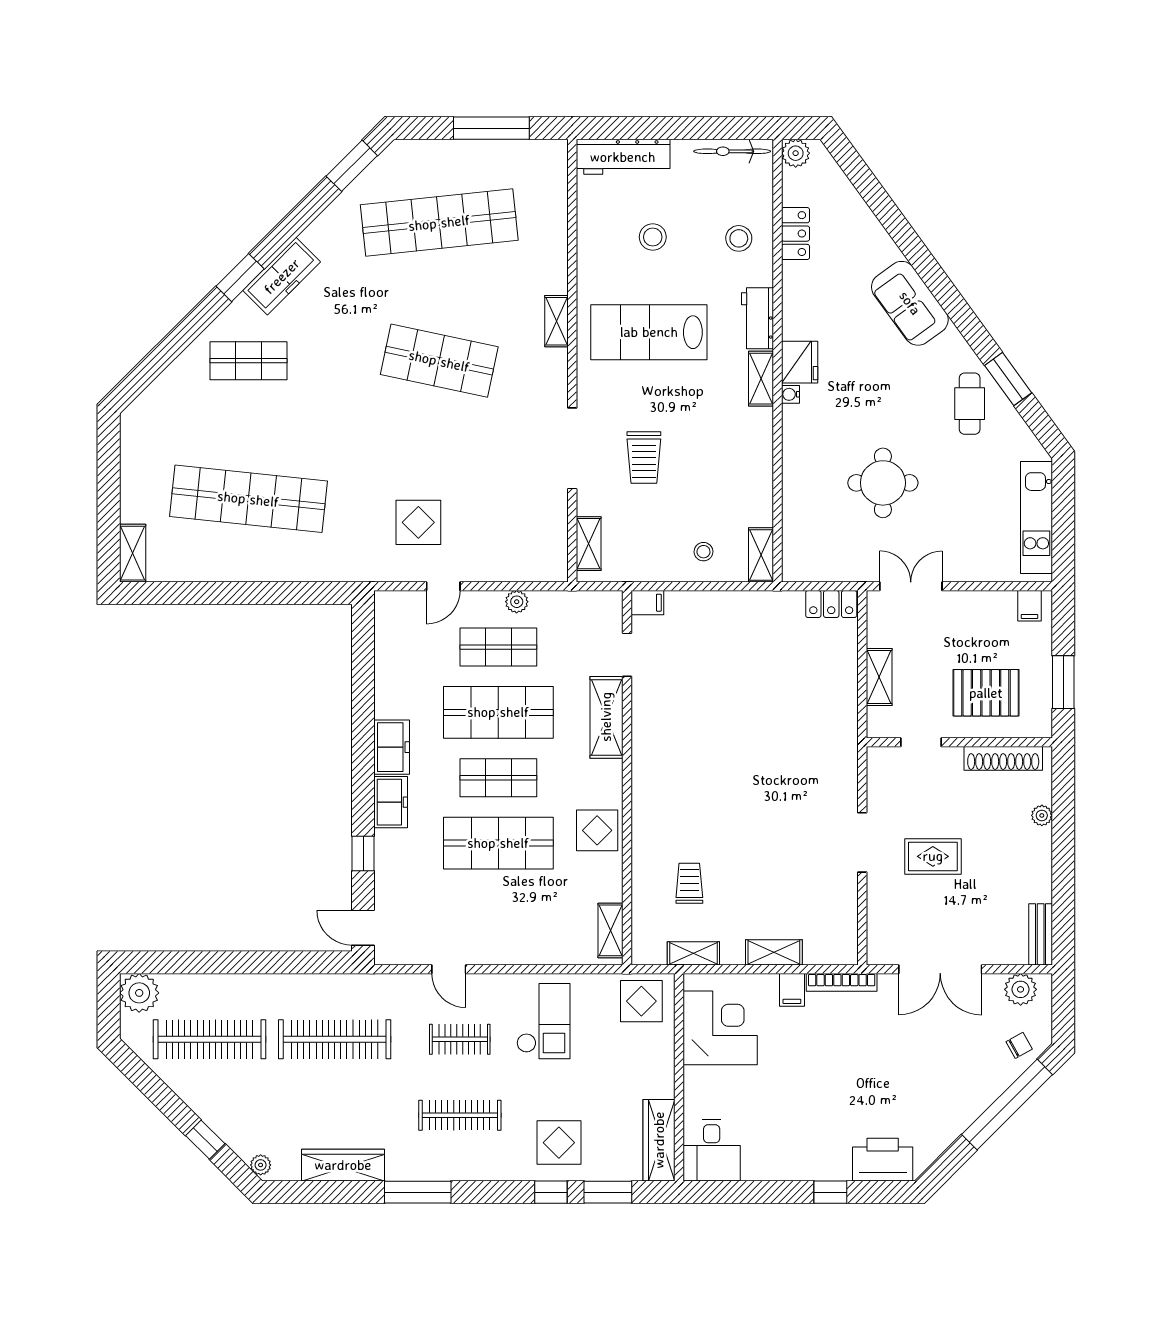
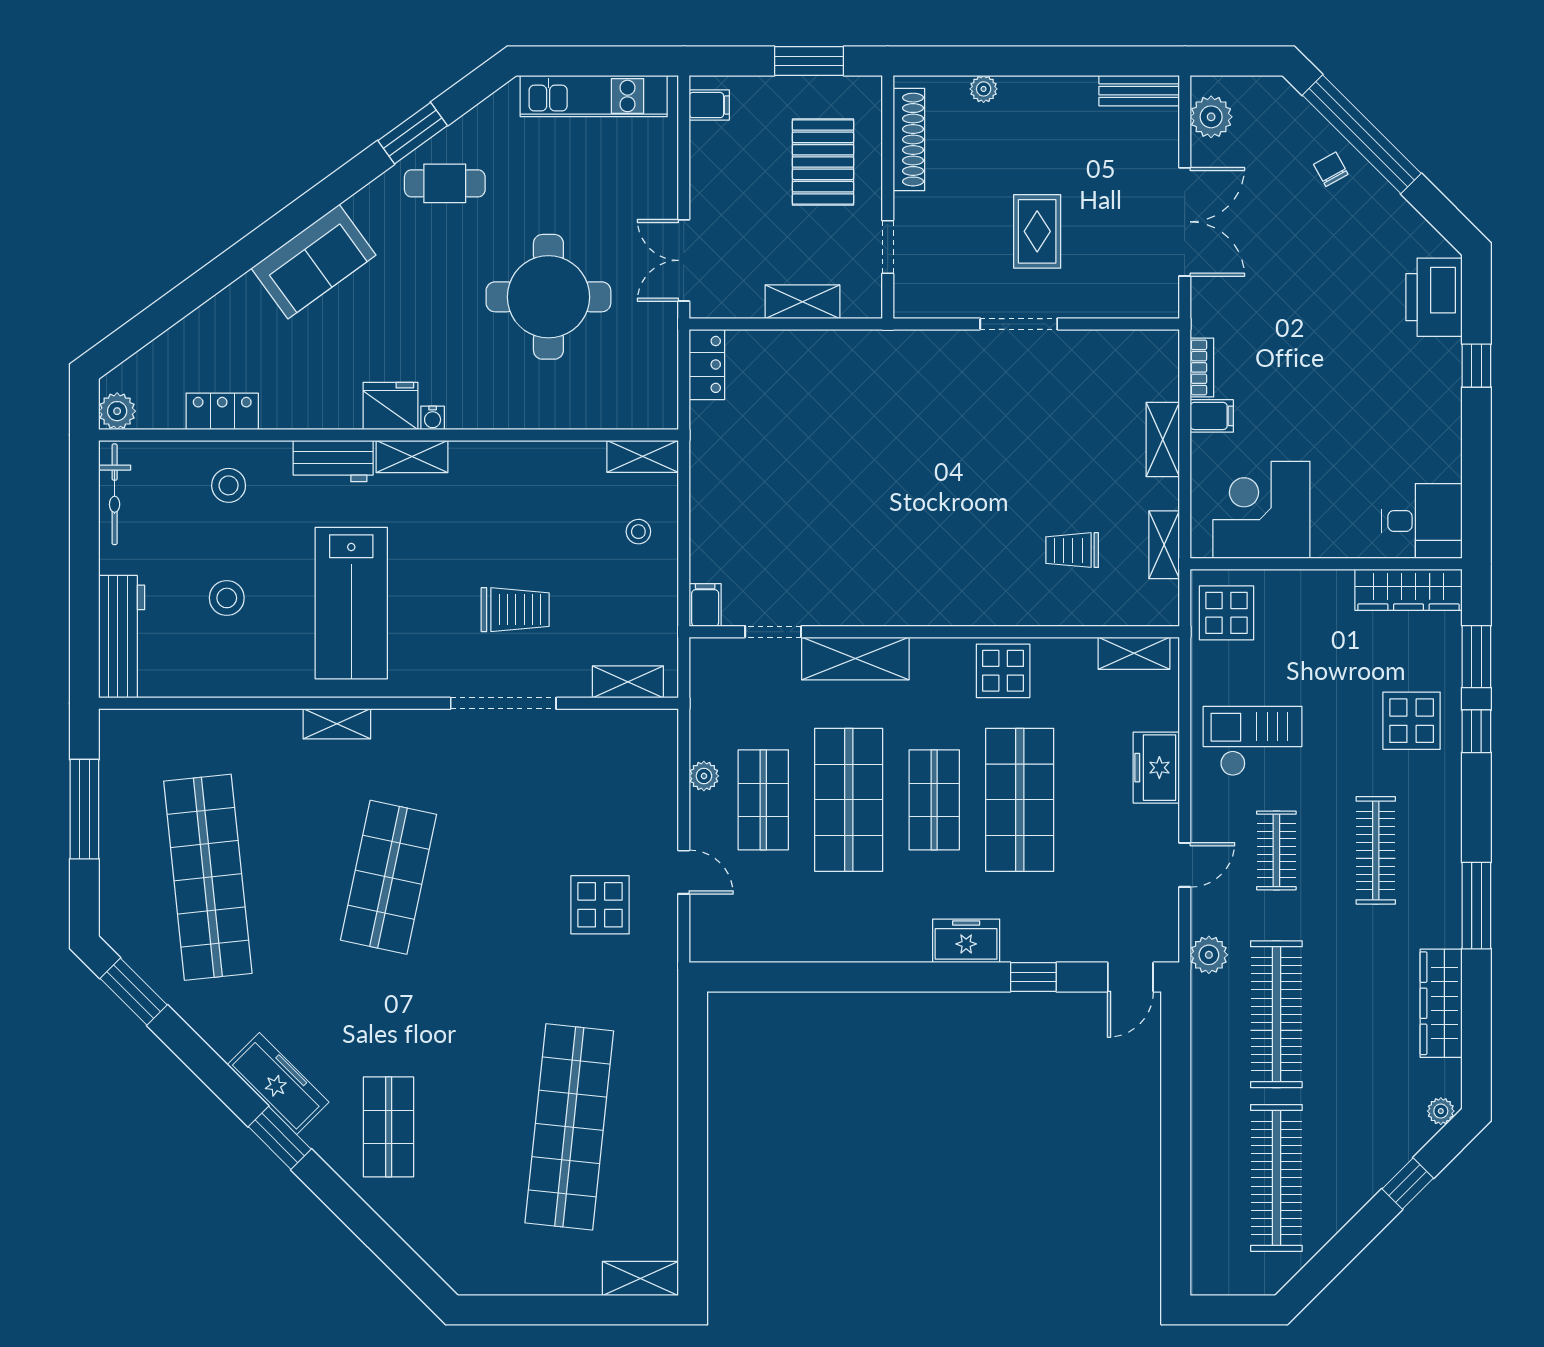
round table: (883, 483) -> (548, 297), width x1.36, depth x1.36
freezer: (392, 747) -> (1156, 768), moved, turned -90
bookcase: (842, 982) -> (1202, 367), width x0.64
plant: (139, 993) -> (1209, 955), moved, width x0.73, depth x0.73
chair: (1019, 1045) -> (1331, 169), moved

